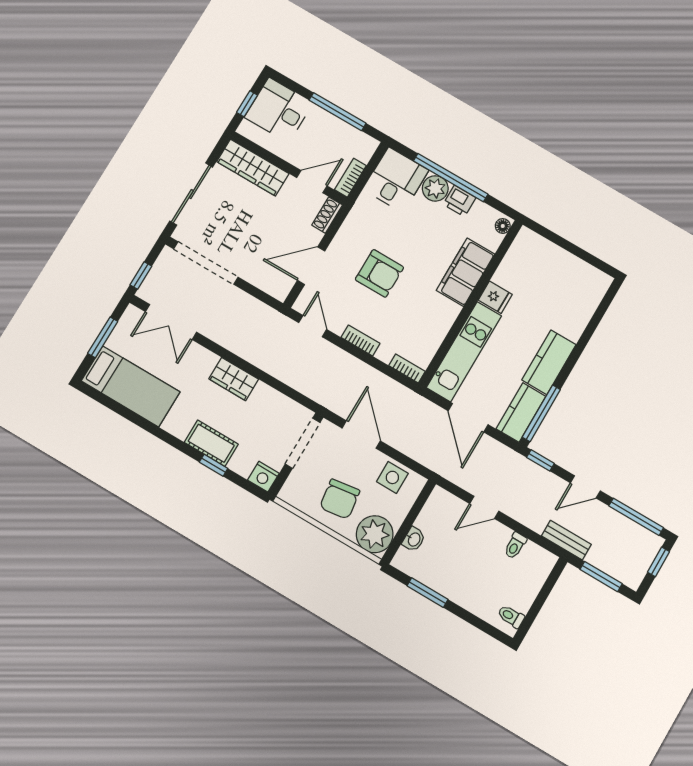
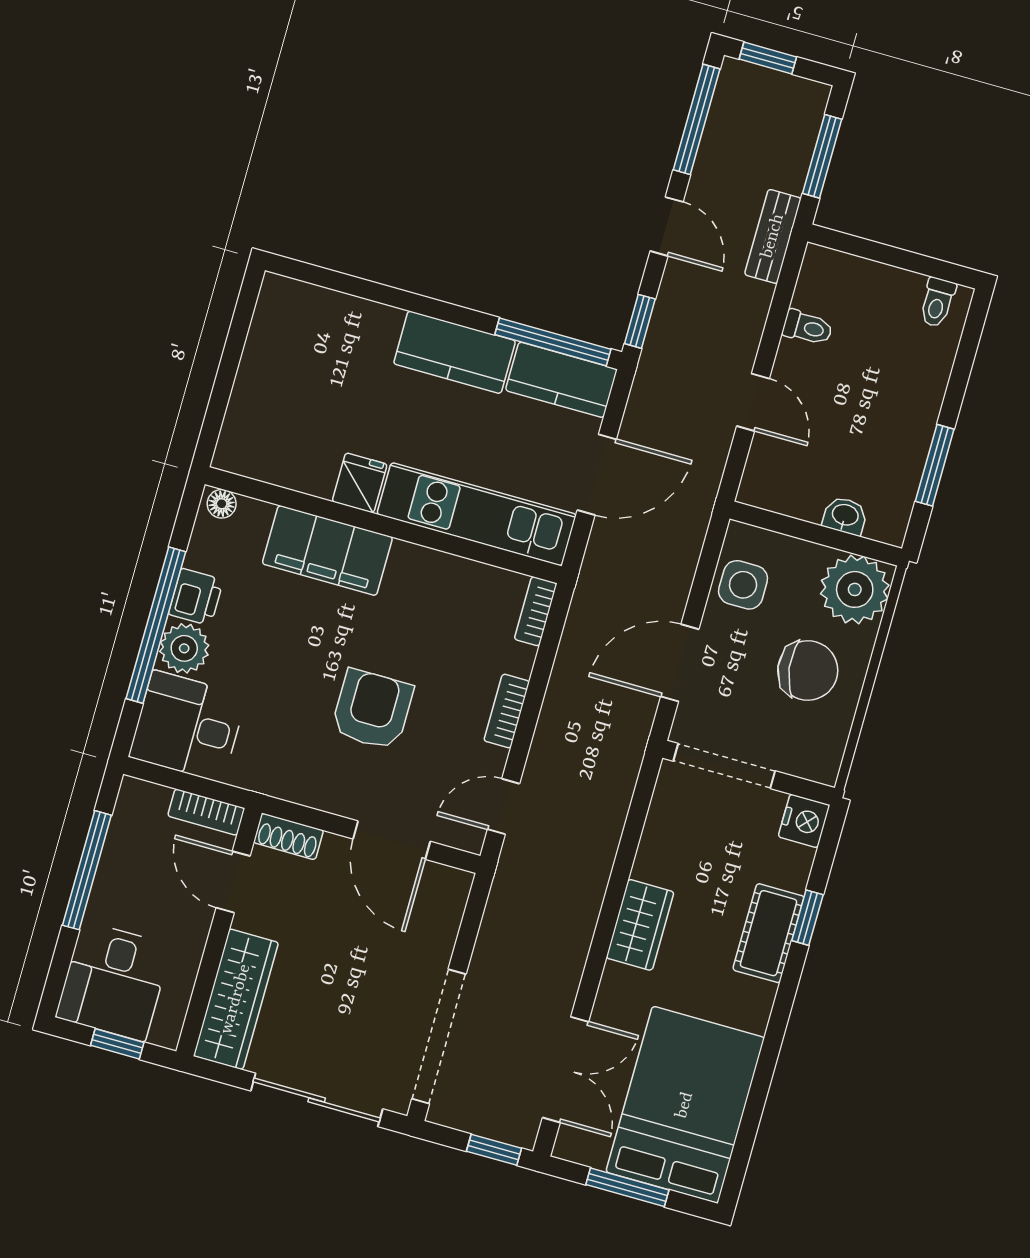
bed: (131, 386) -> (685, 1105), width x1.50

